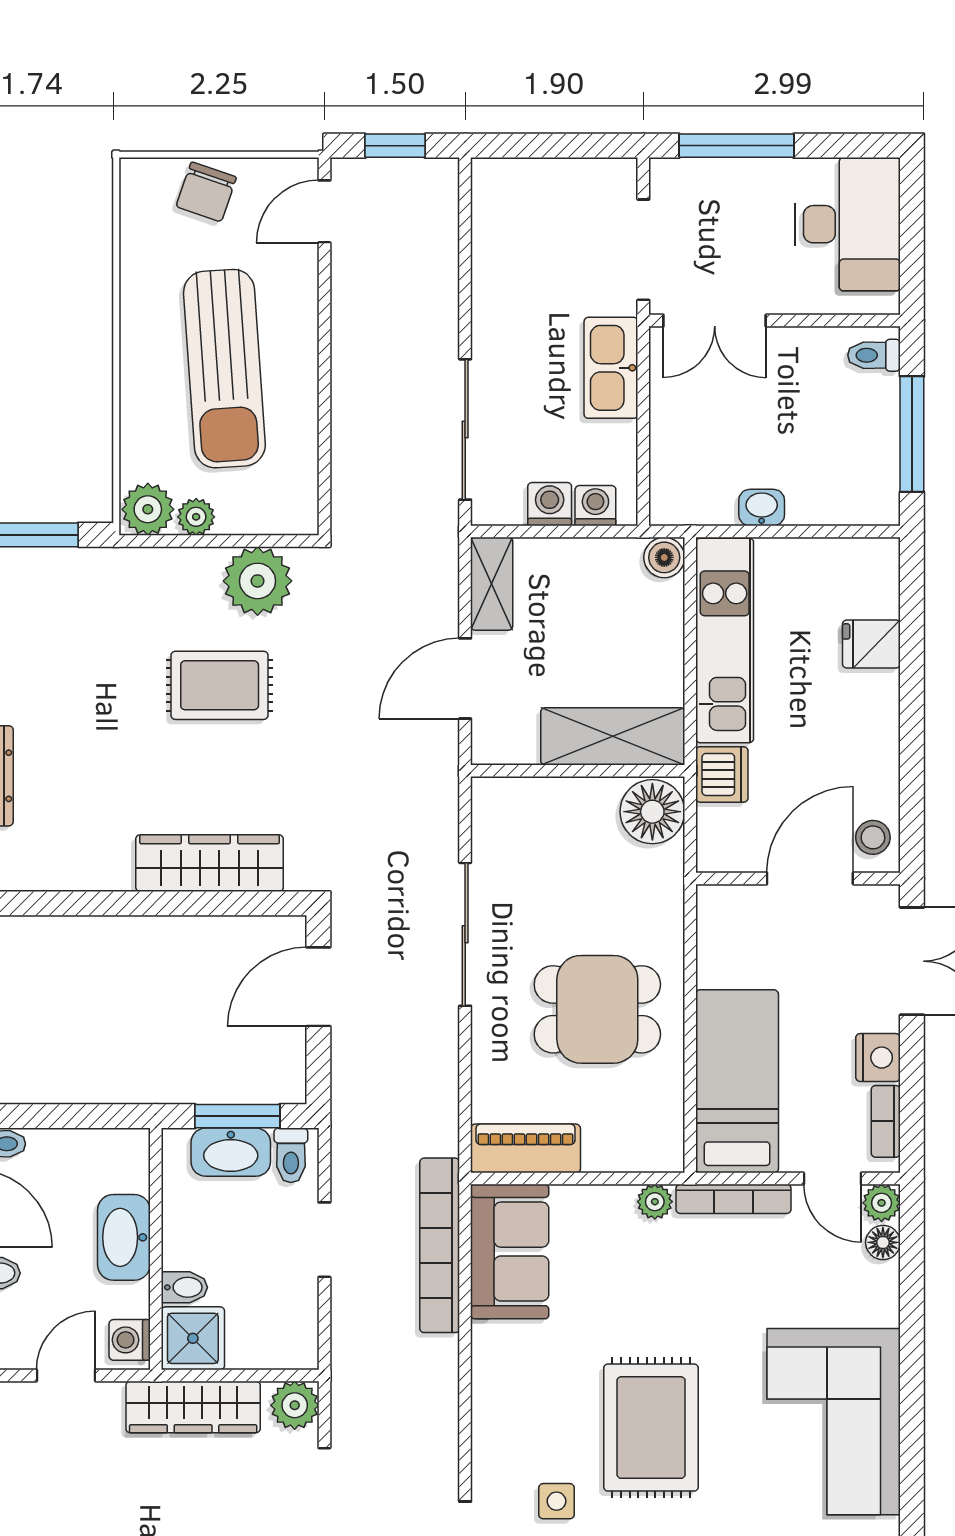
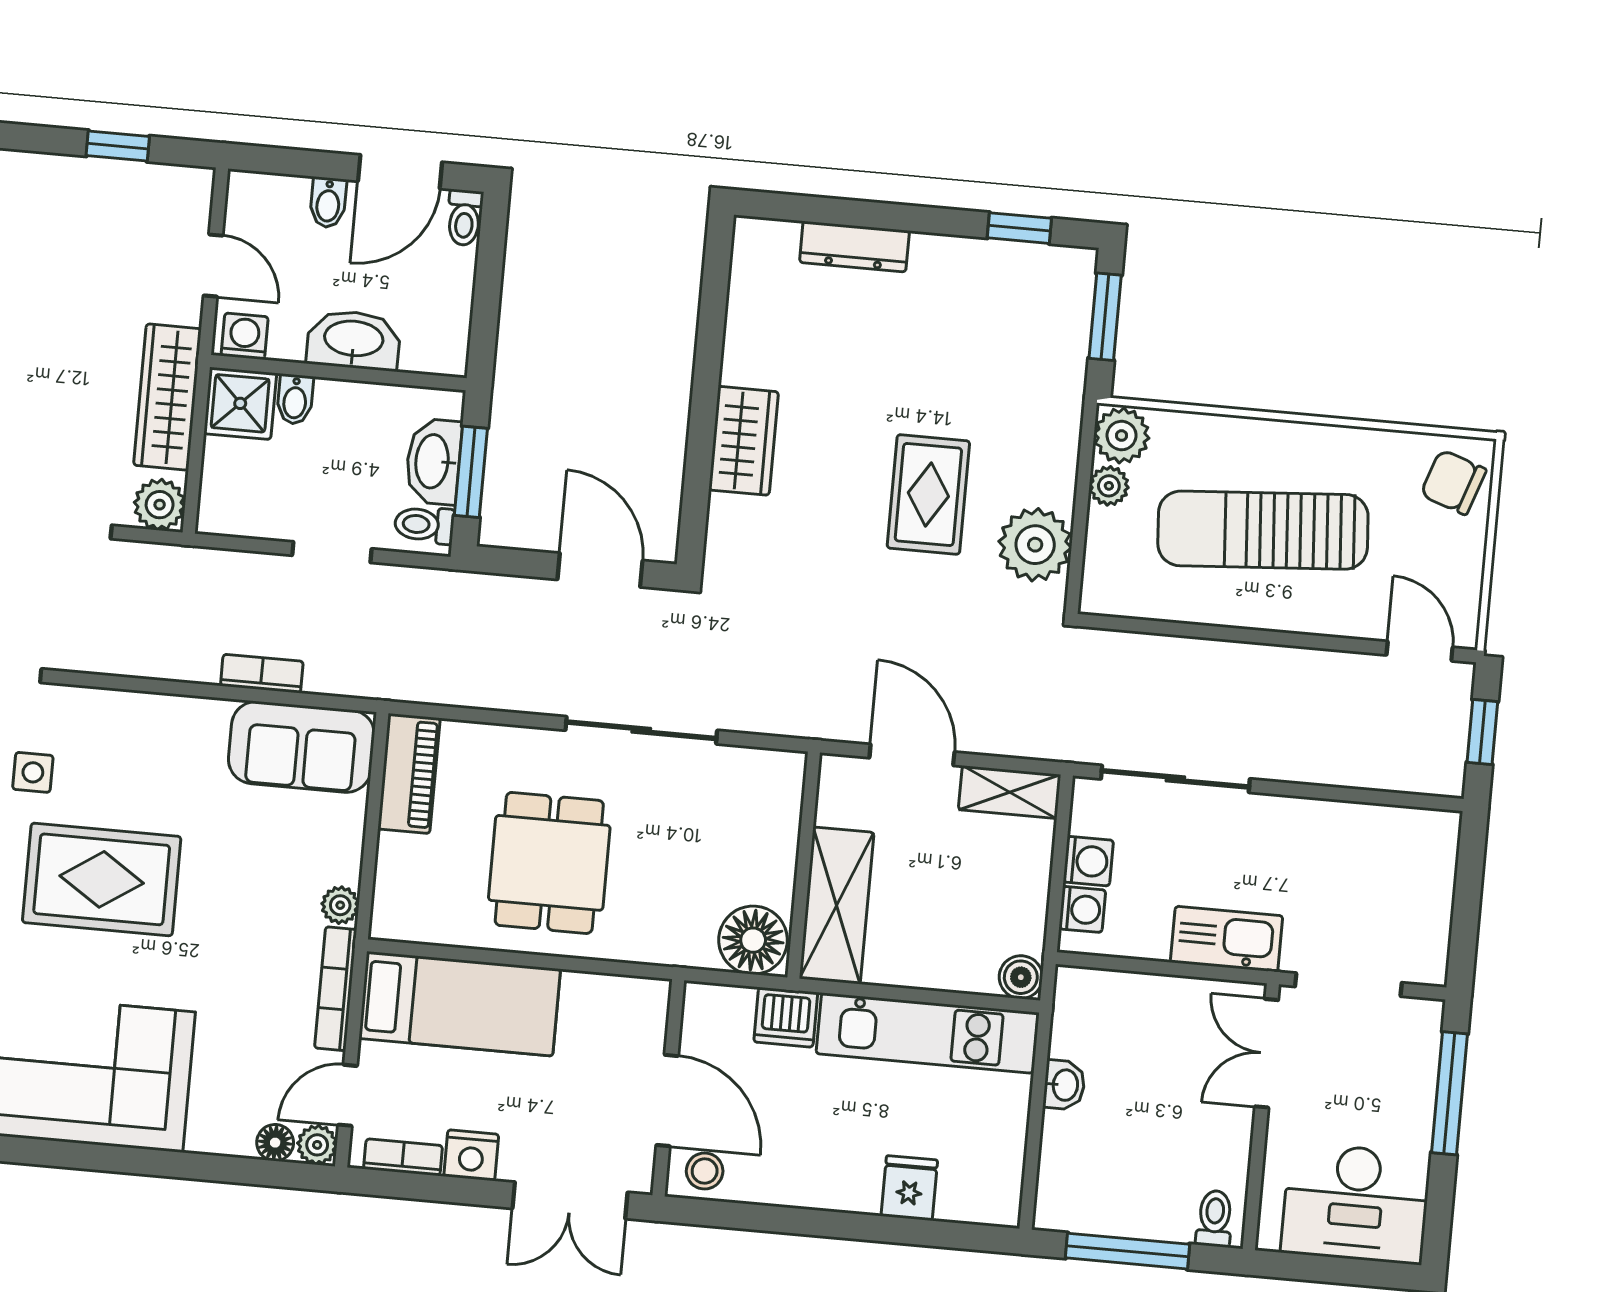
chair: (206, 192) -> (1453, 482), moved
wardrobe: (210, 863) -> (744, 441), width x0.67
bookcase: (440, 1245) -> (262, 674), width x0.43, depth x0.76

